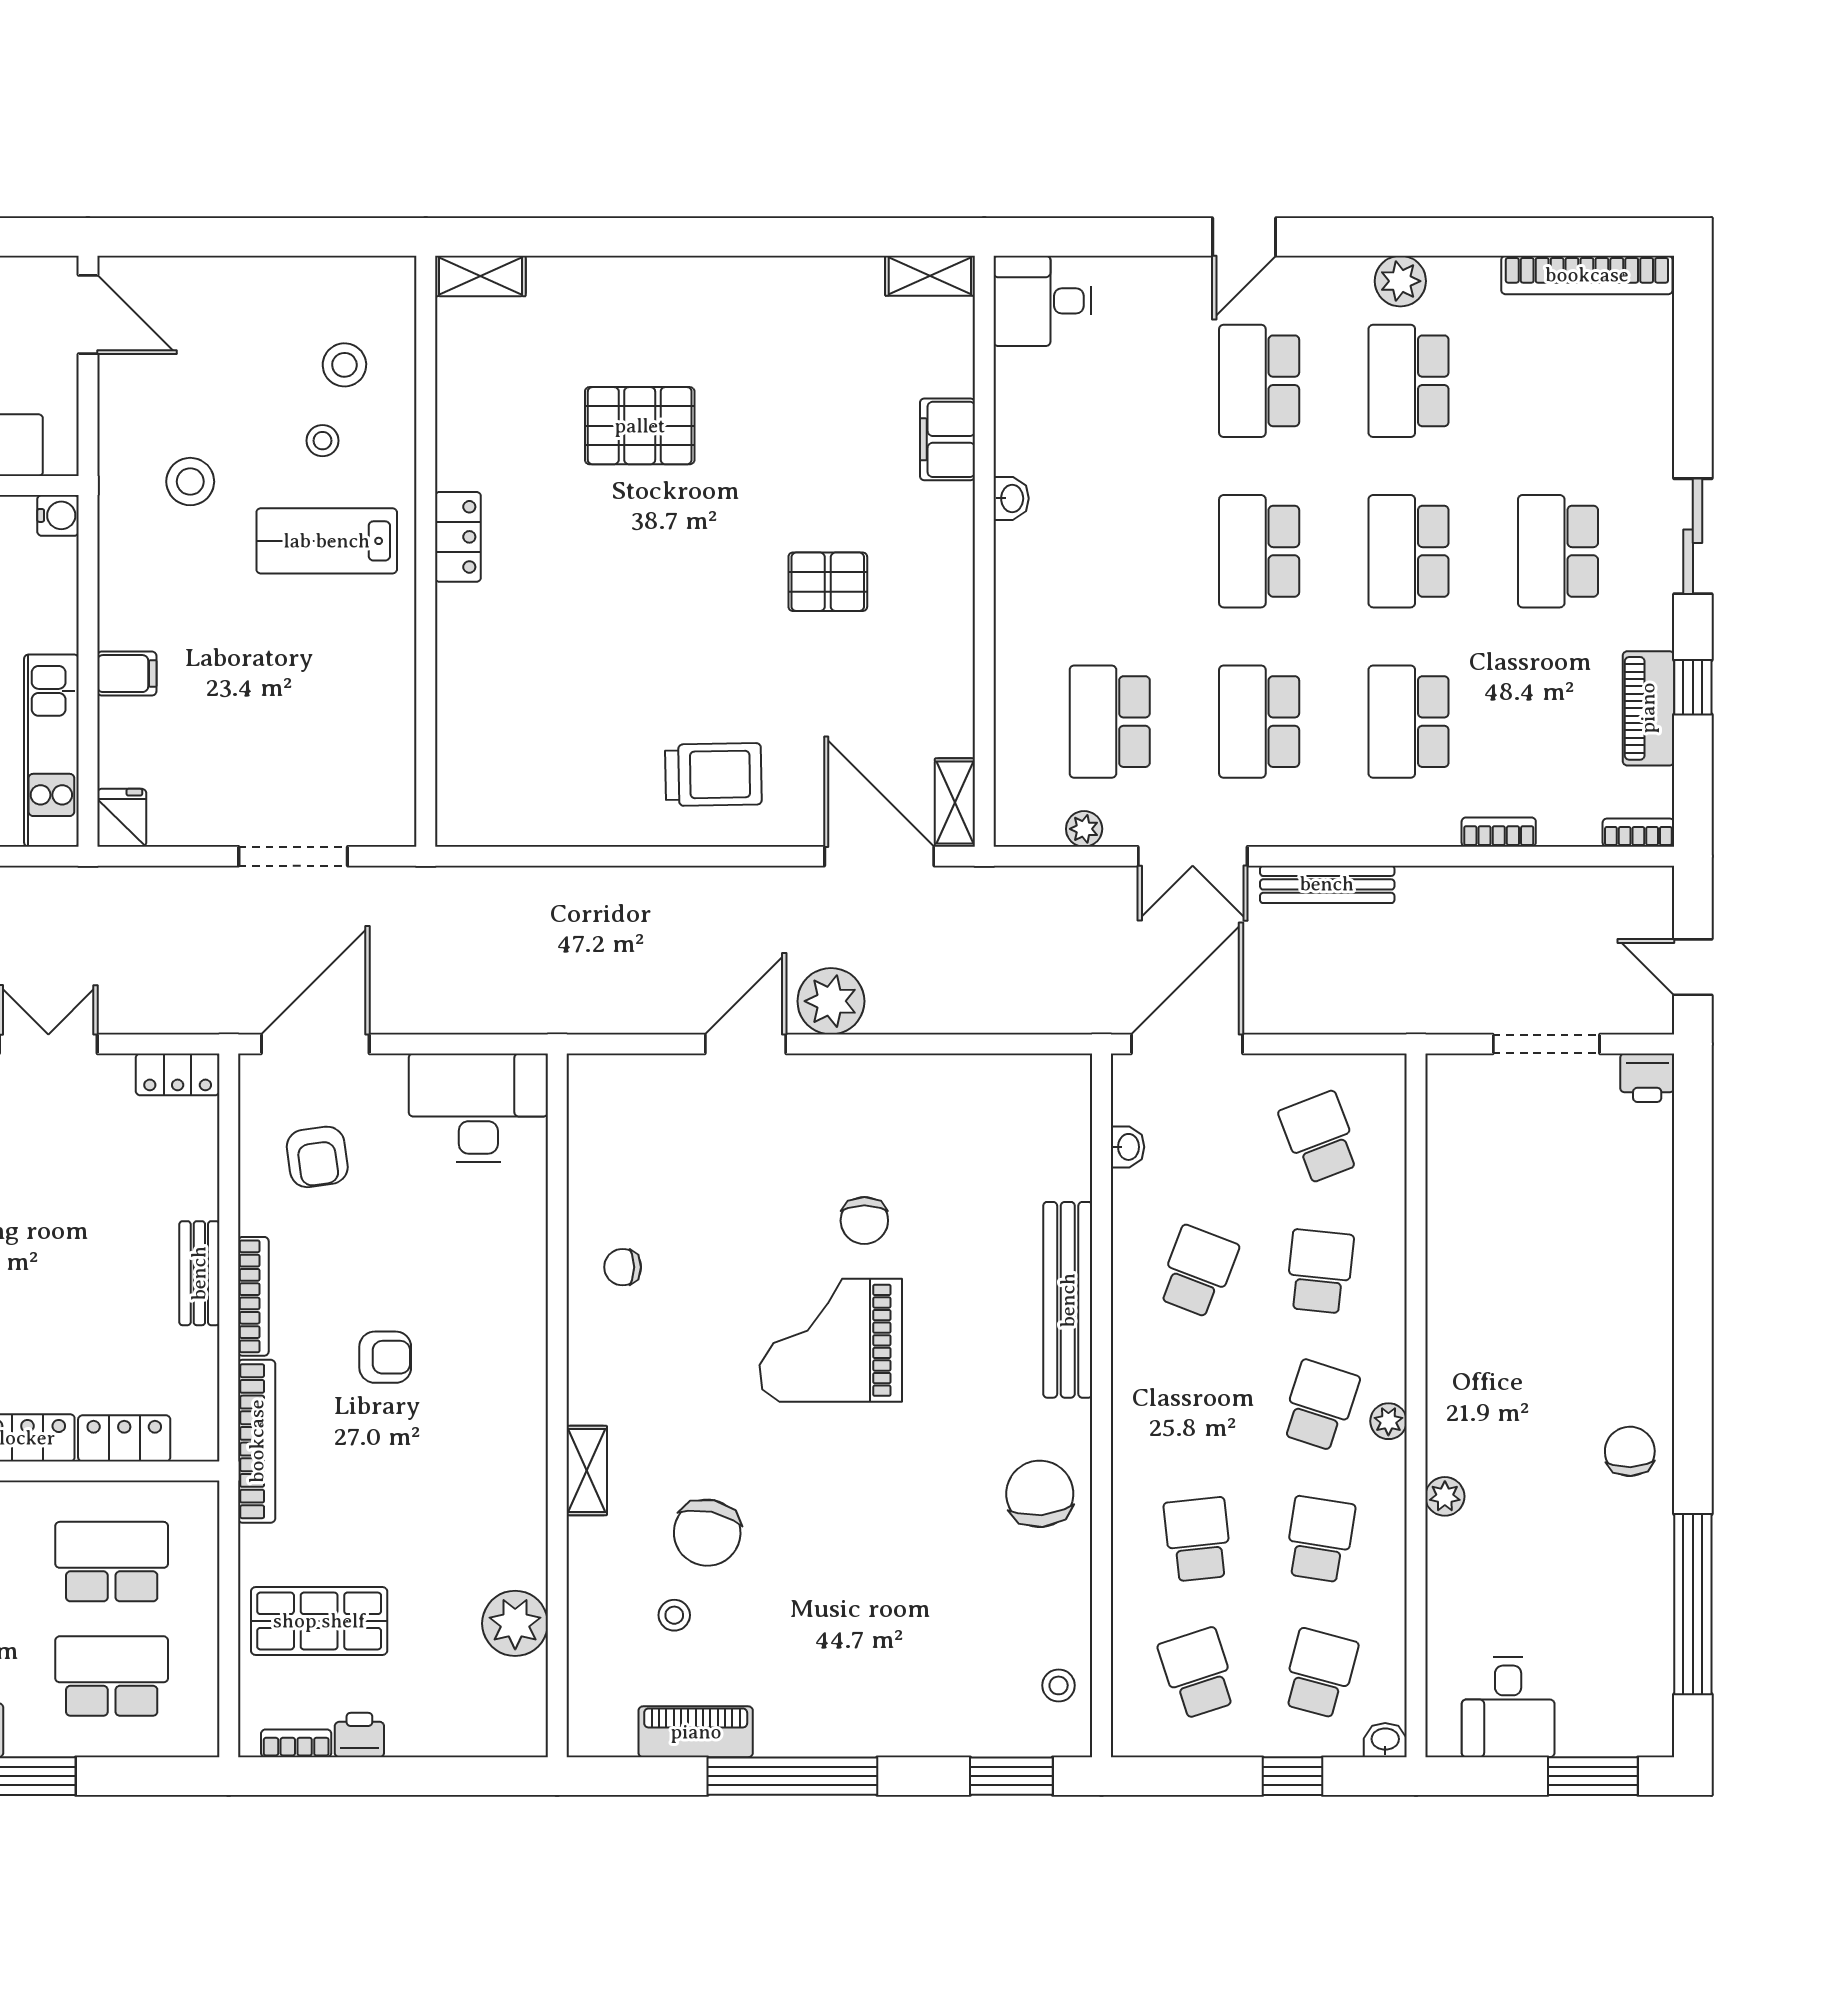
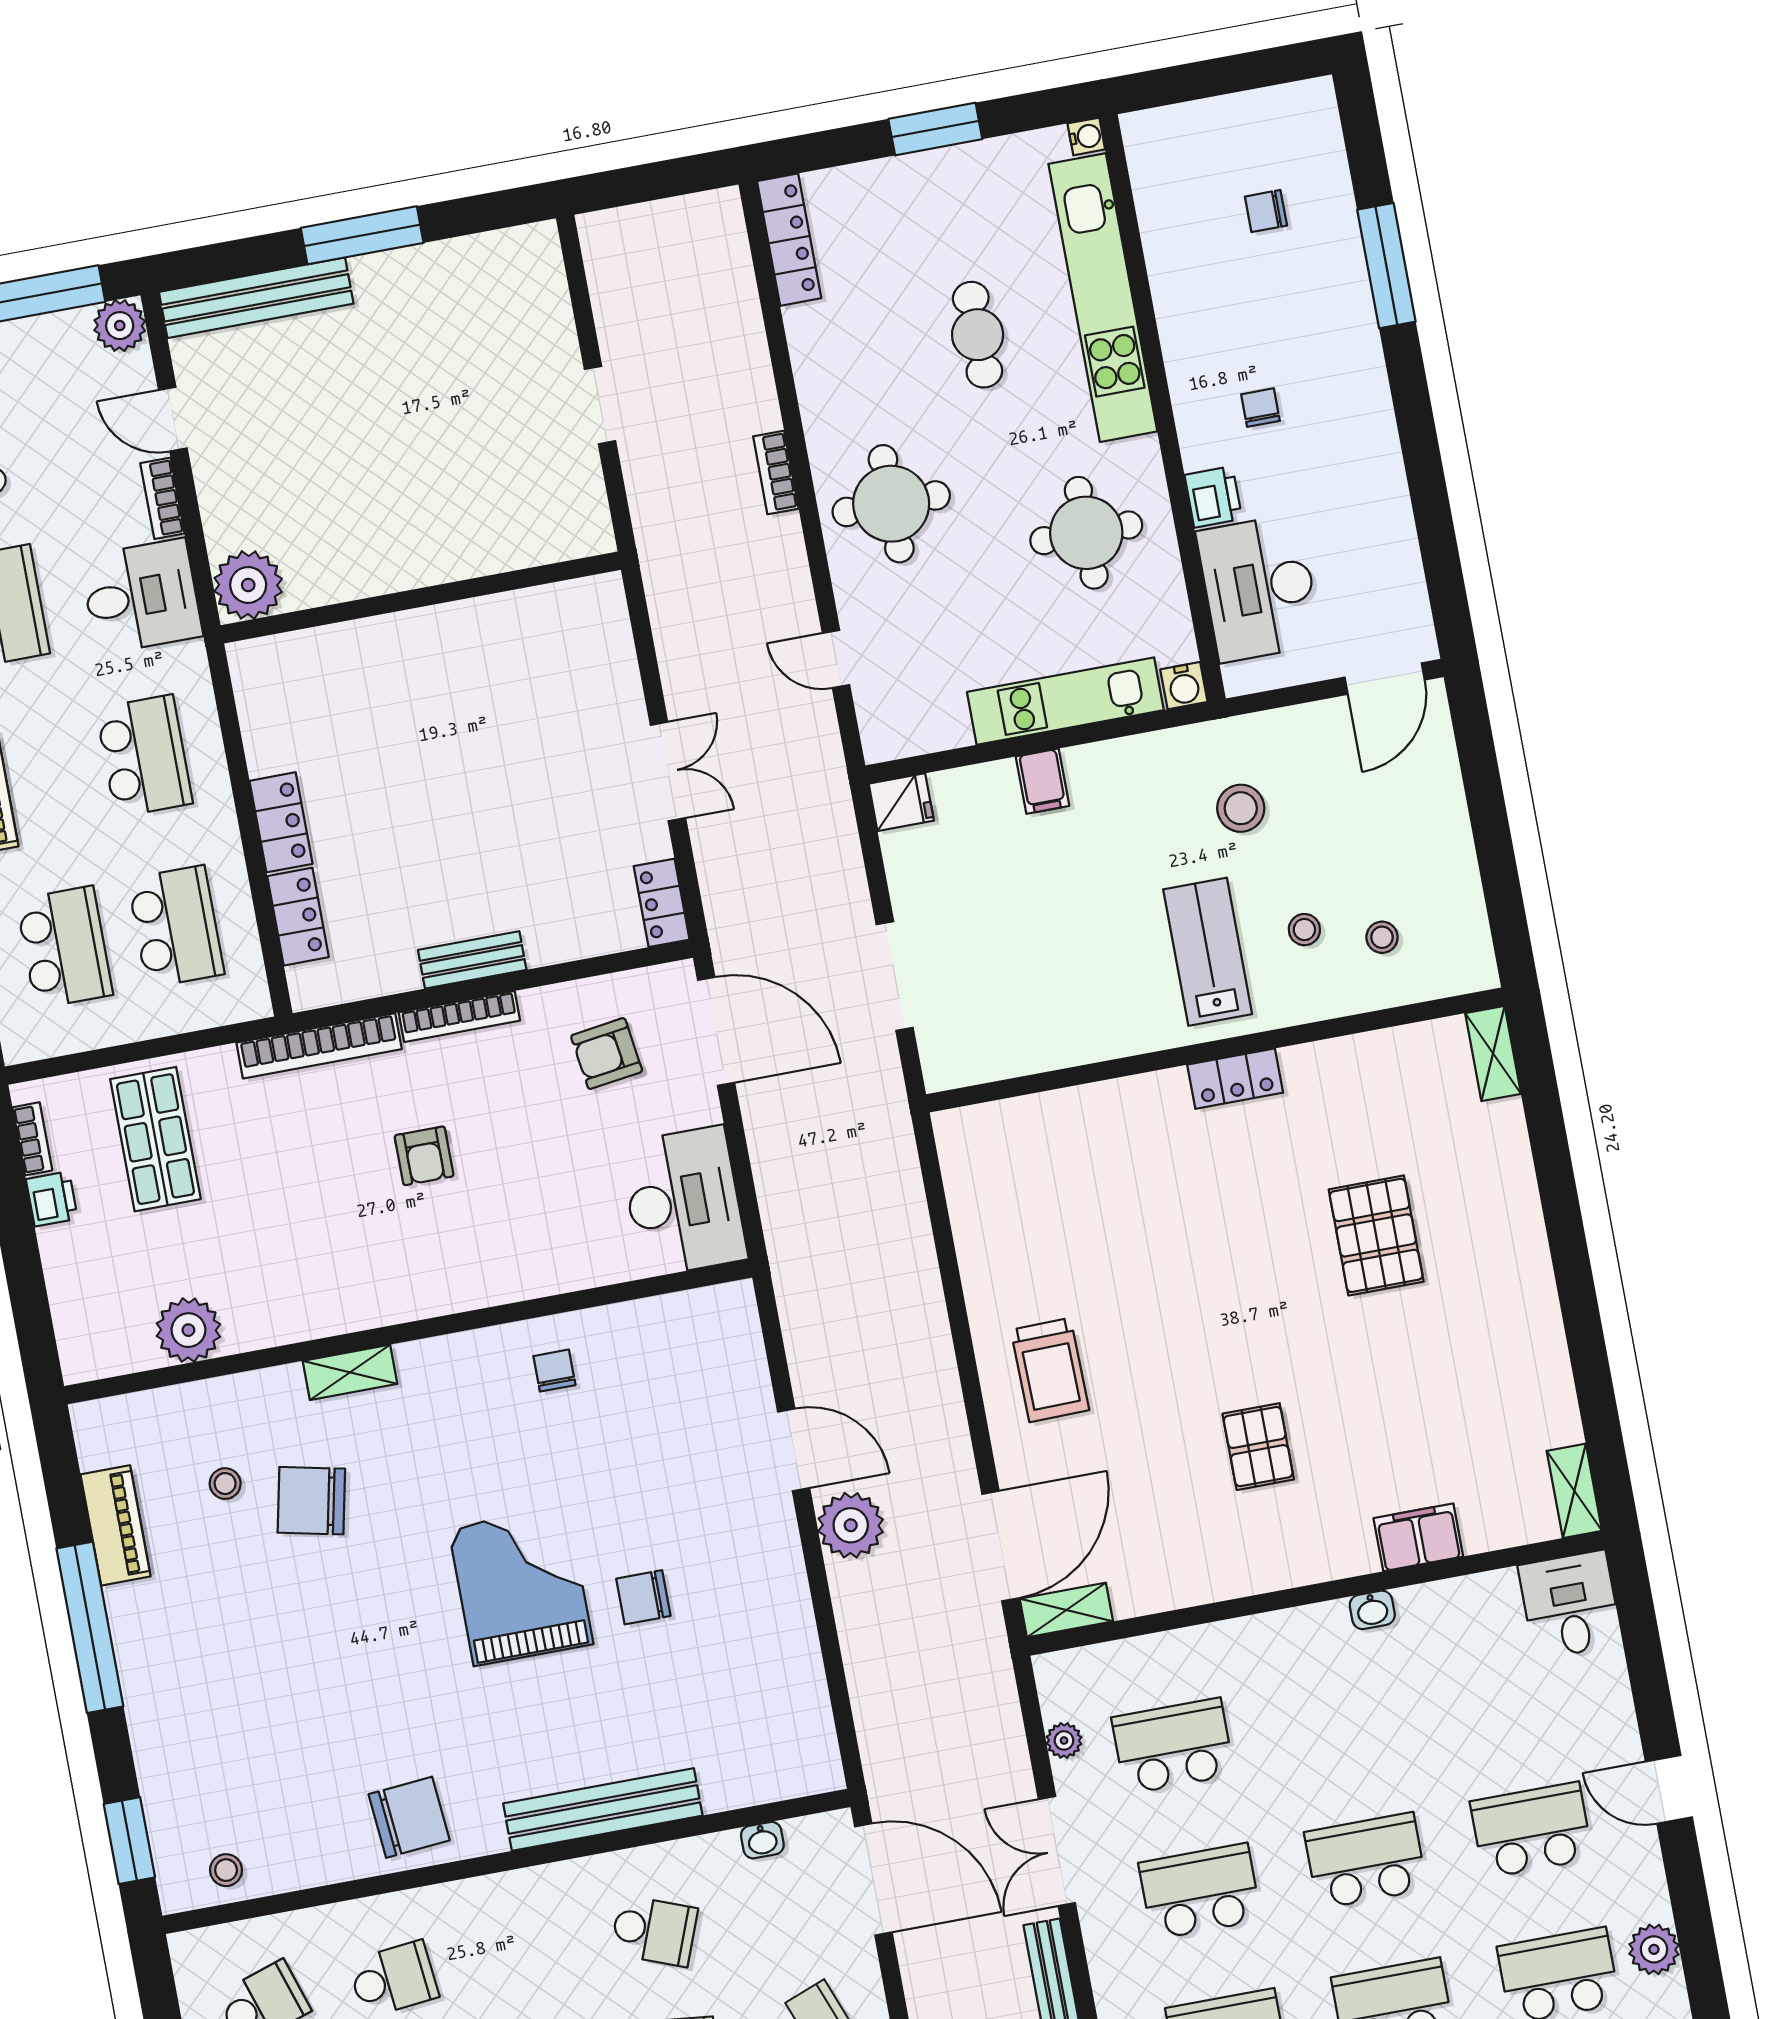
stool: (344, 365) -> (1382, 937), width x0.73, depth x0.73
kitchen unit: (51, 751) -> (1065, 701), moved

